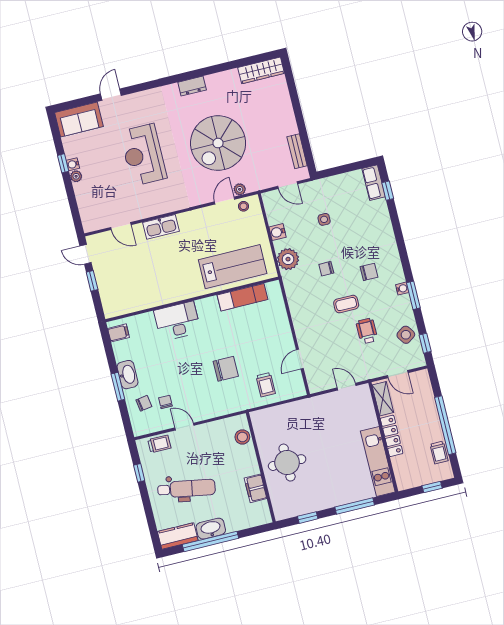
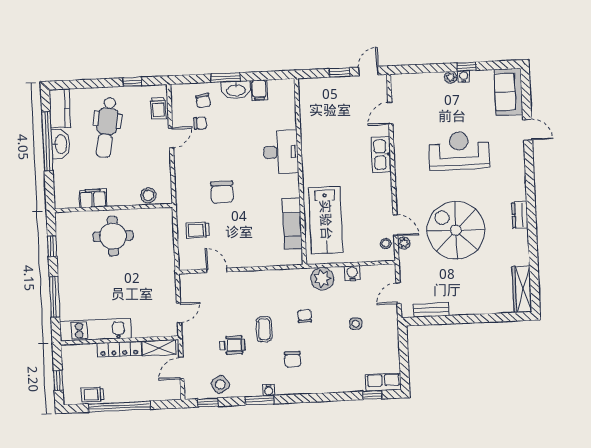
filing cabinet: (118, 333) -> (259, 90), moved

